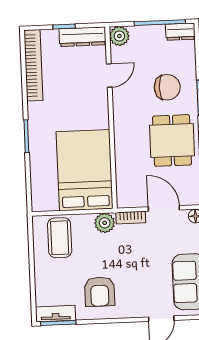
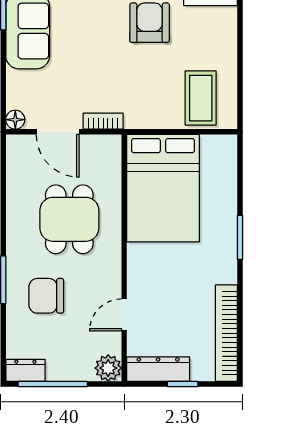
dining table: (172, 140) -> (69, 219), moved
plant: (105, 223) -> (139, 116), removed

